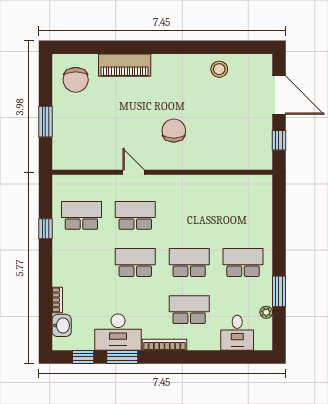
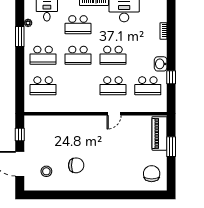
piano: (125, 65) -> (160, 133), moved, turned -90
stool: (219, 69) -> (46, 171), moved
chair: (174, 131) -> (76, 165), moved, turned -90
door: (134, 172) -> (114, 114), hinge flipped
school desk: (243, 215) -> (43, 86), added
washbasin: (62, 325) -> (161, 64), moved

